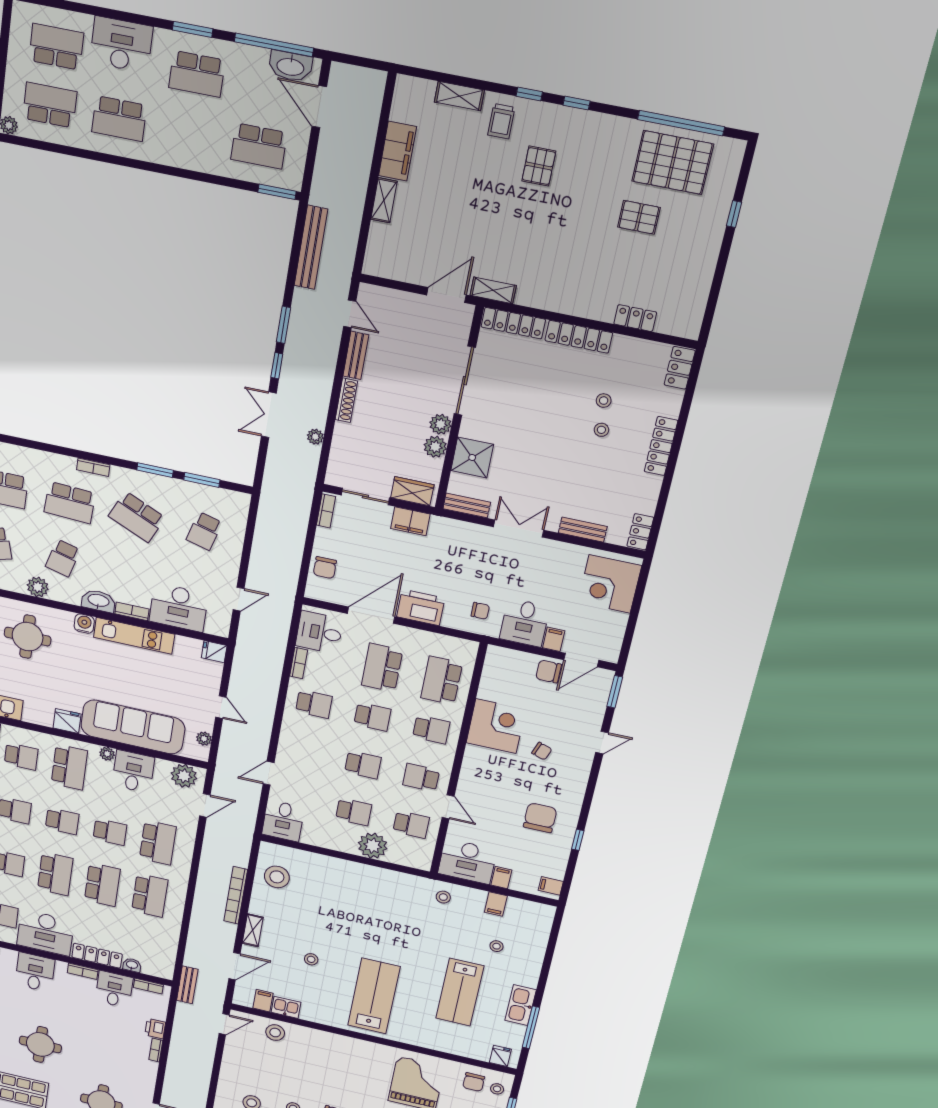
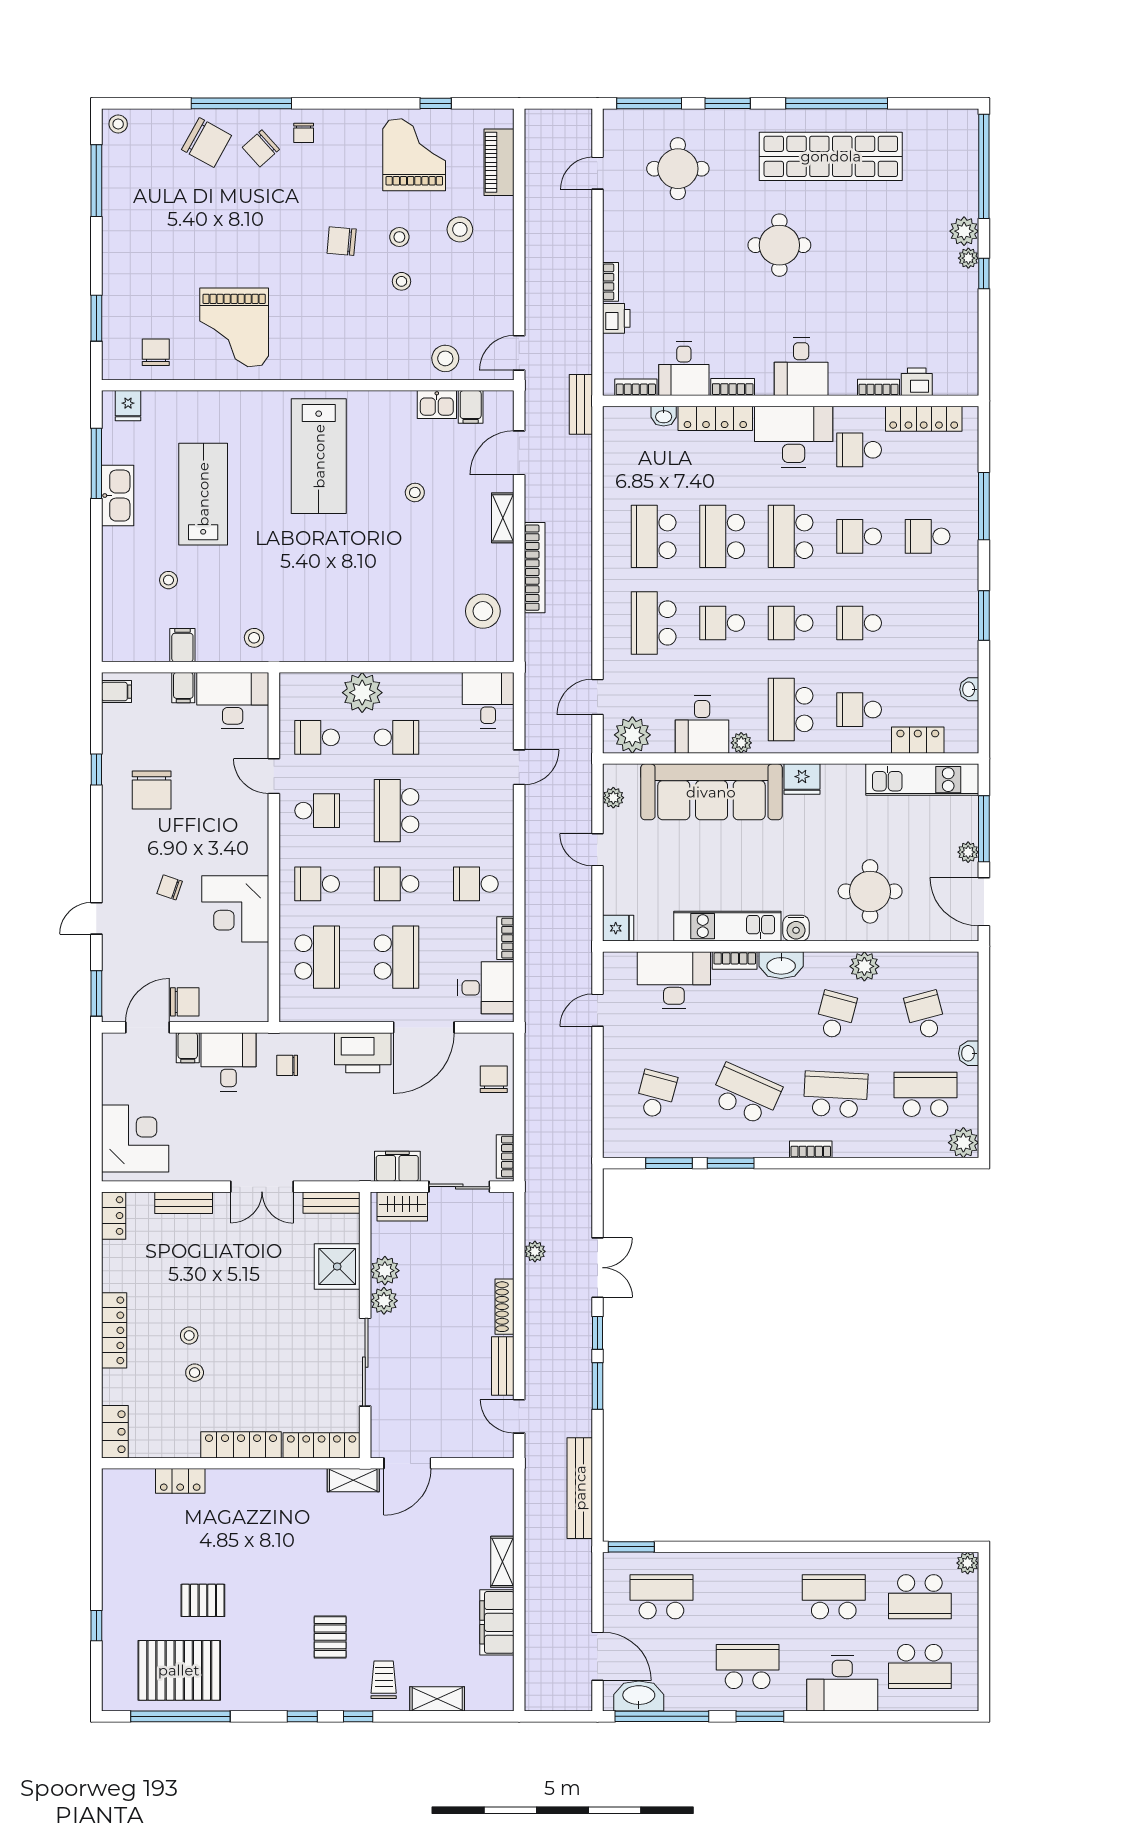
school desk: (363, 765) -> (397, 811), width x1.85
school desk: (354, 812) -> (397, 737), turned 180
stool: (497, 1089) -> (402, 281), moved

